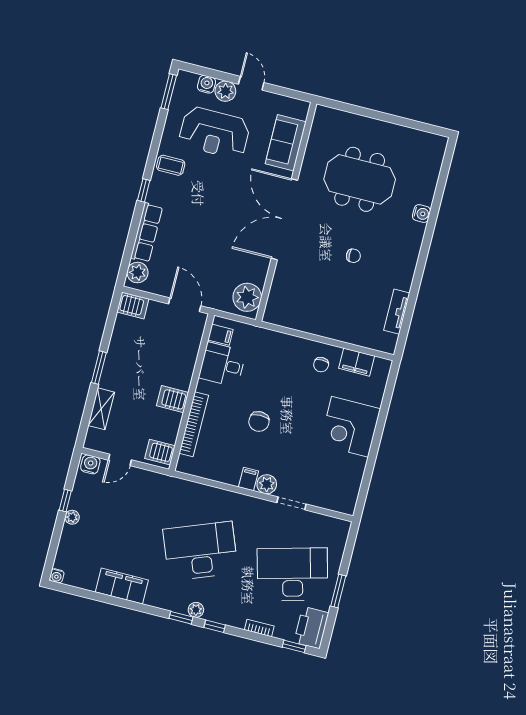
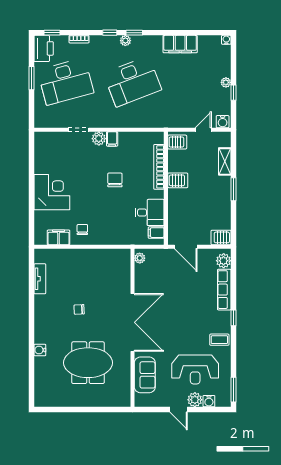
reception desk: (214, 133) -> (195, 369), turned 180
plant: (247, 297) -> (140, 258), width x0.53, depth x0.53

